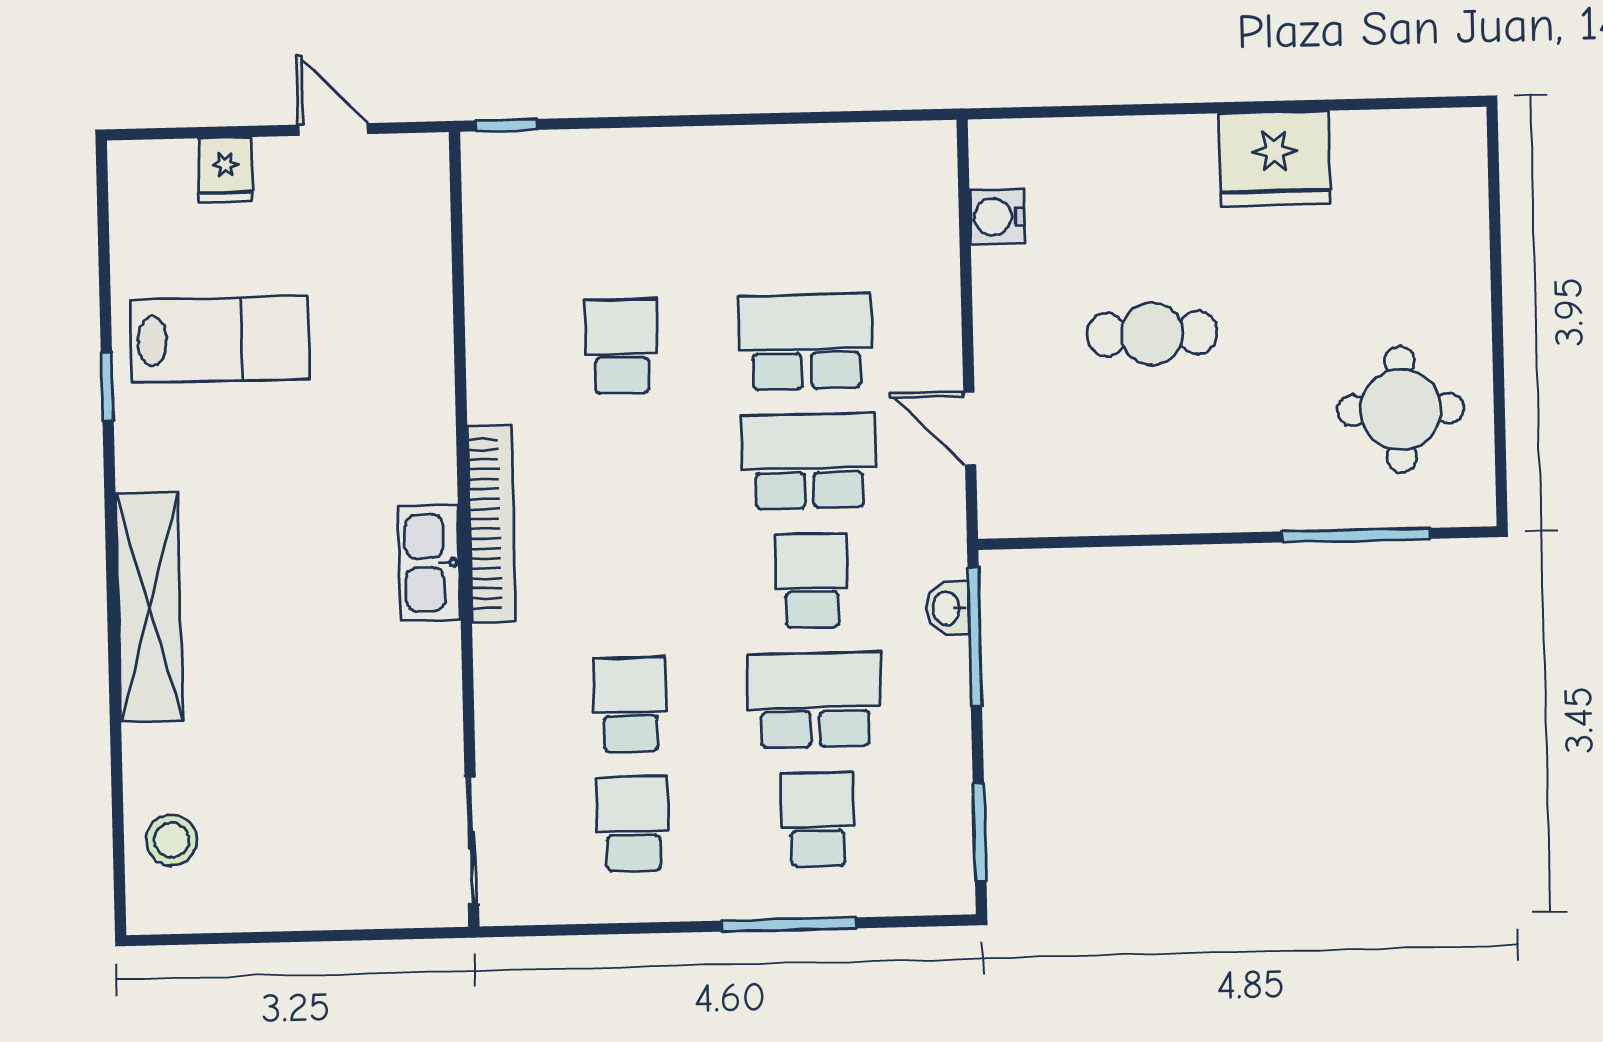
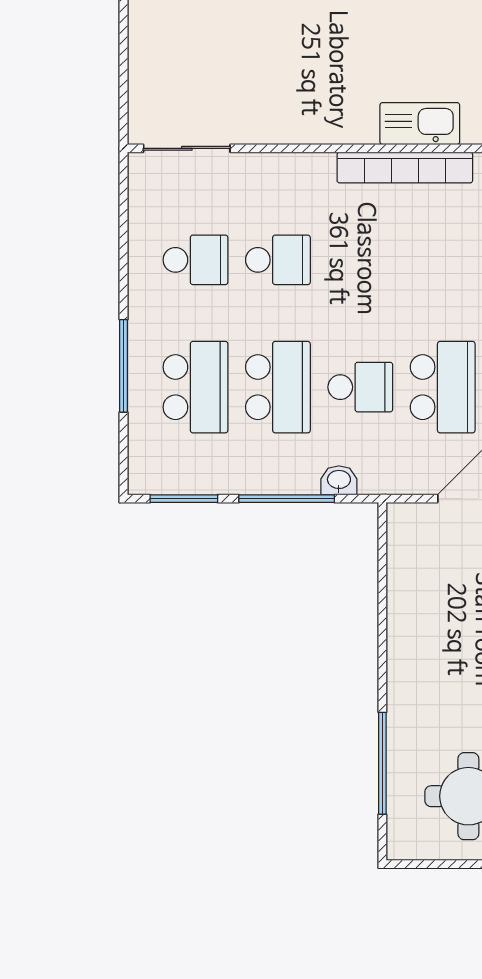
kitchen sink: (429, 563) -> (420, 124), moved
window: (975, 637) -> (287, 499), moved
school desk: (817, 819) -> (196, 387), width x1.85

